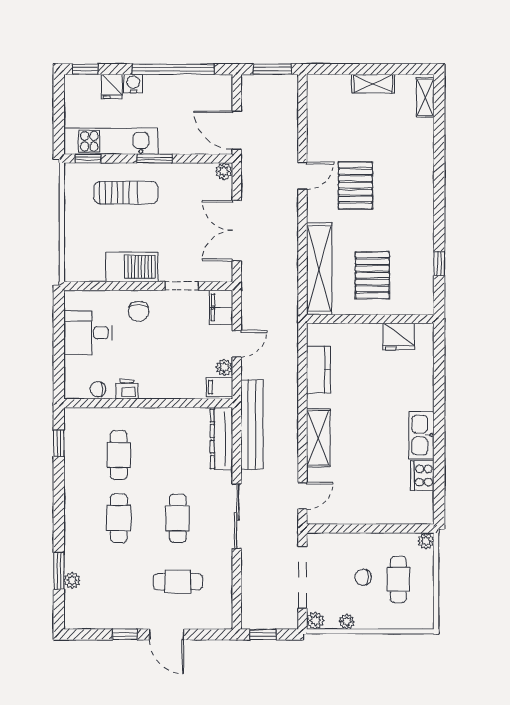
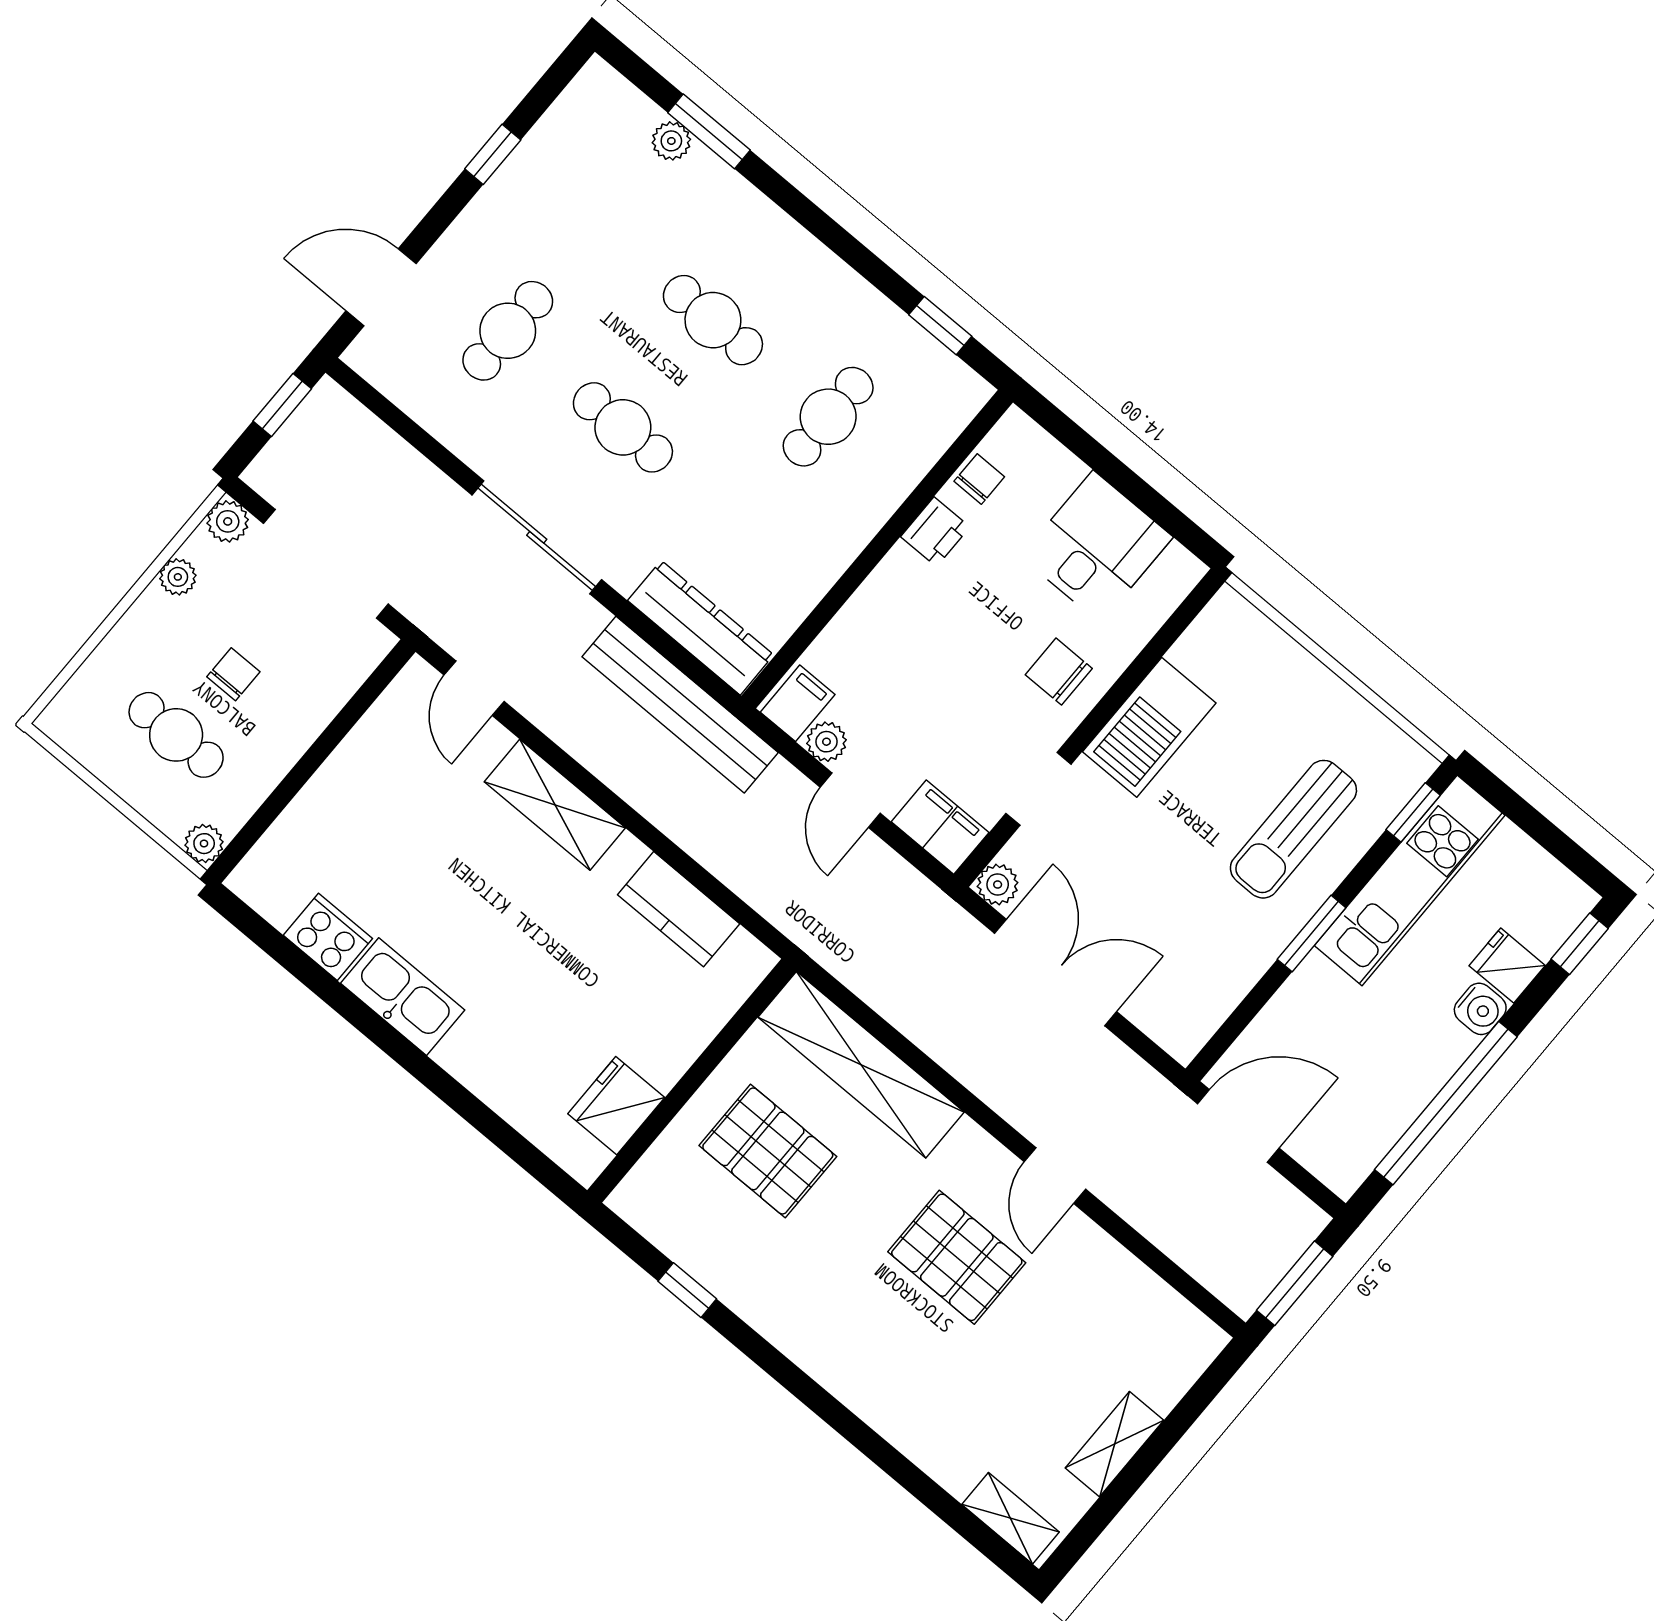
plant: (224, 171) -> (998, 885), moved
cafe table: (119, 455) -> (828, 417), turned 90
door: (167, 634) -> (381, 287), moved

